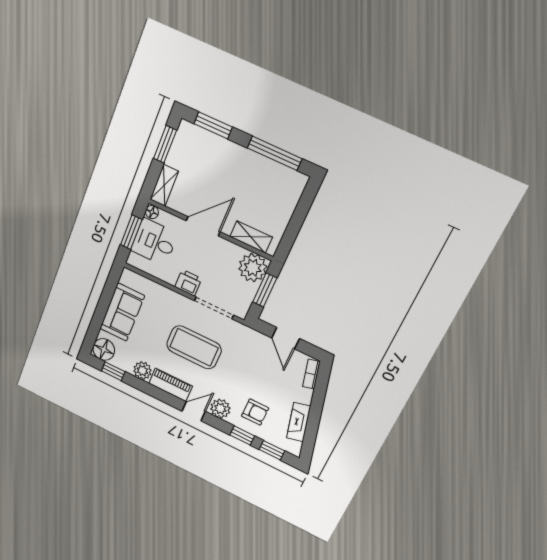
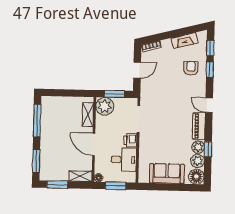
desk: (154, 242) -> (124, 160), moved, turned -90
coffee table: (194, 347) -> (168, 121), removed
window: (113, 371) -> (208, 149), moved
plant: (220, 409) -> (198, 161), moved

